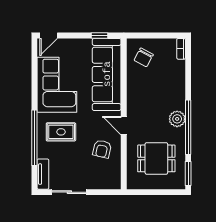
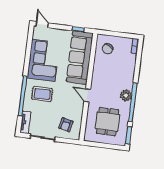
door: (49, 36) -> (42, 25), swing flipped
armchair: (102, 149) -> (66, 125), moved
dining table: (156, 158) -> (107, 122), turned 90

